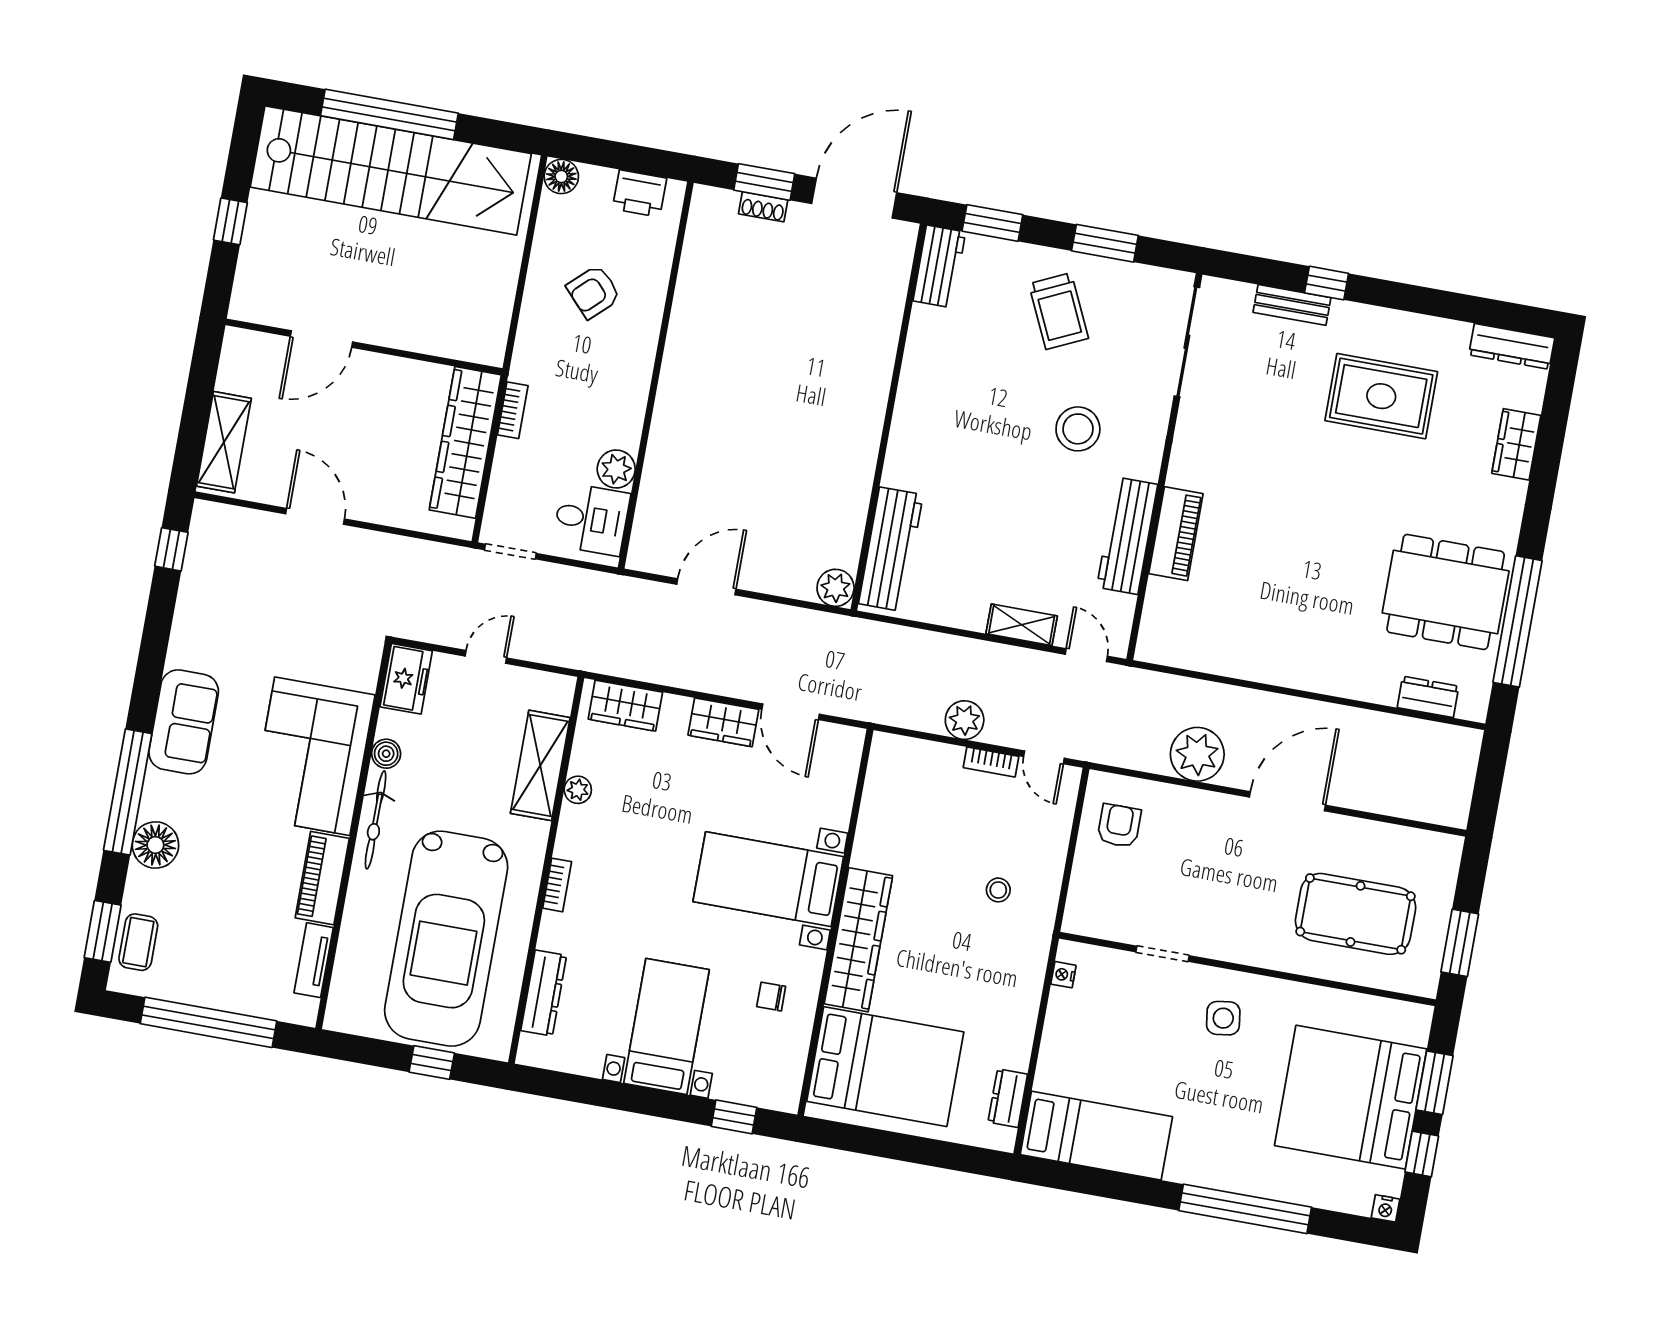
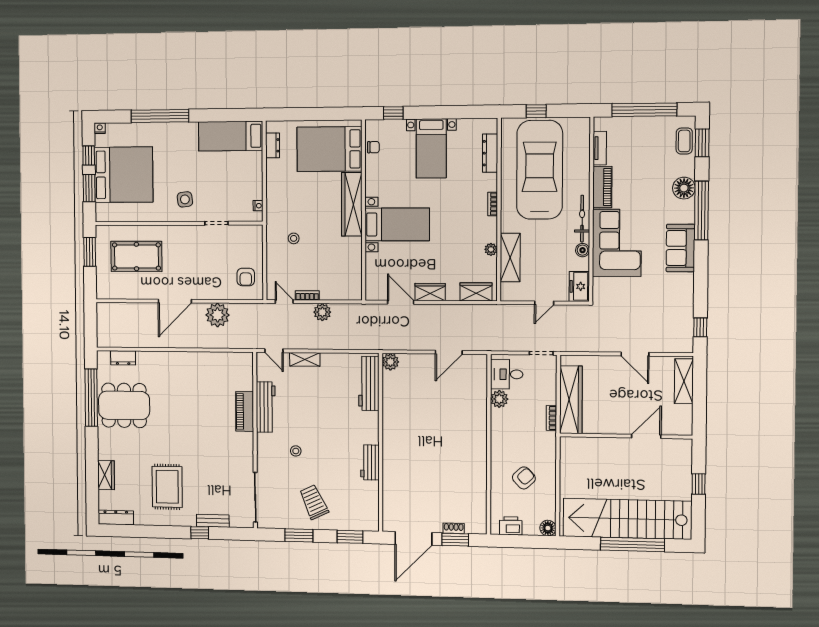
workbench: (939, 266) -> (370, 462), moved
rug: (1381, 396) -> (167, 487), turned 90
stool: (1078, 429) -> (296, 451), width x0.53, depth x0.53
chair: (771, 997) -> (373, 147), moved

